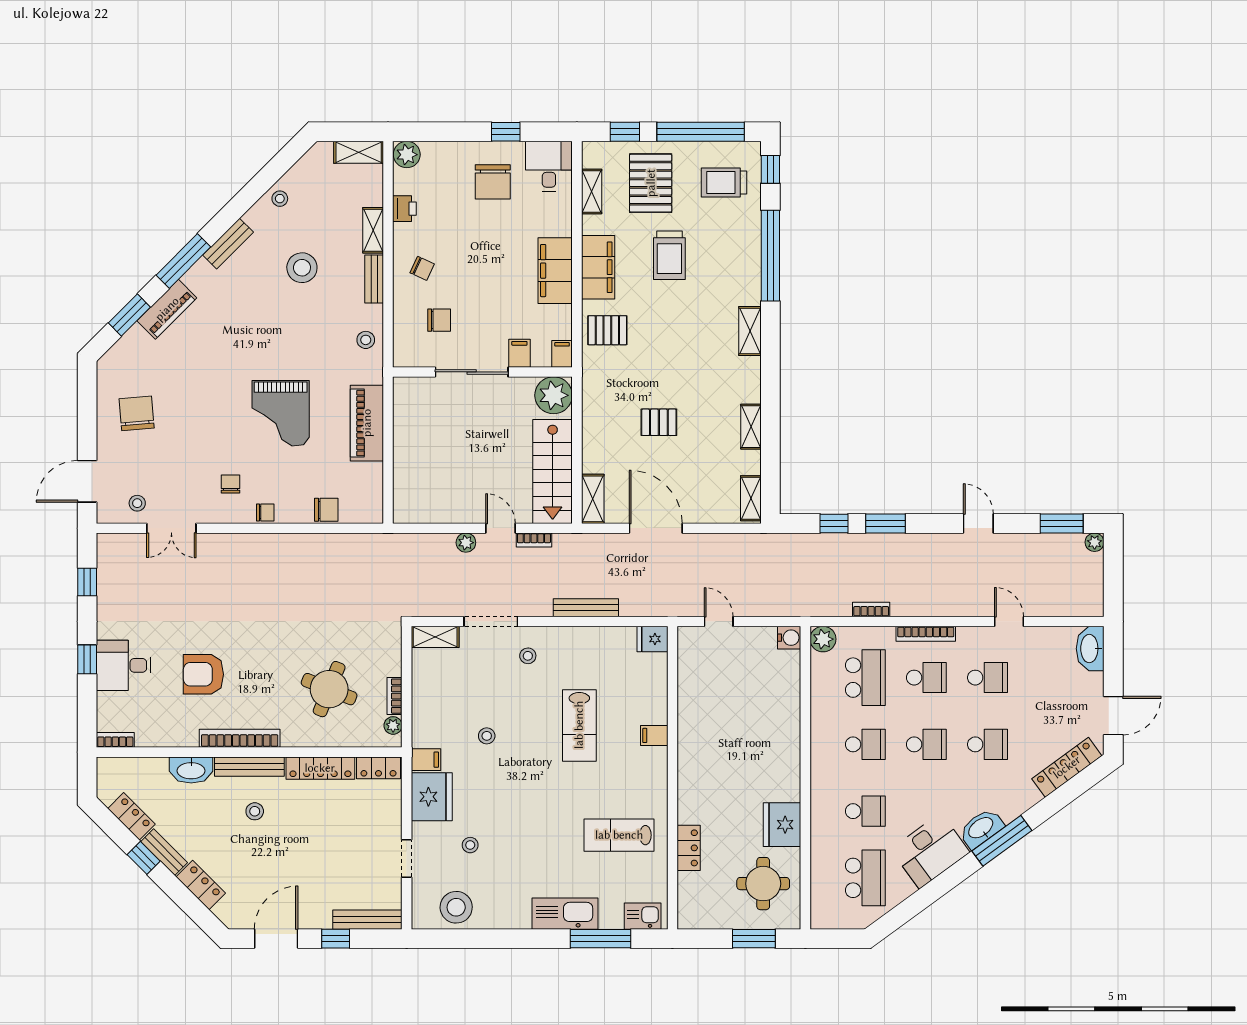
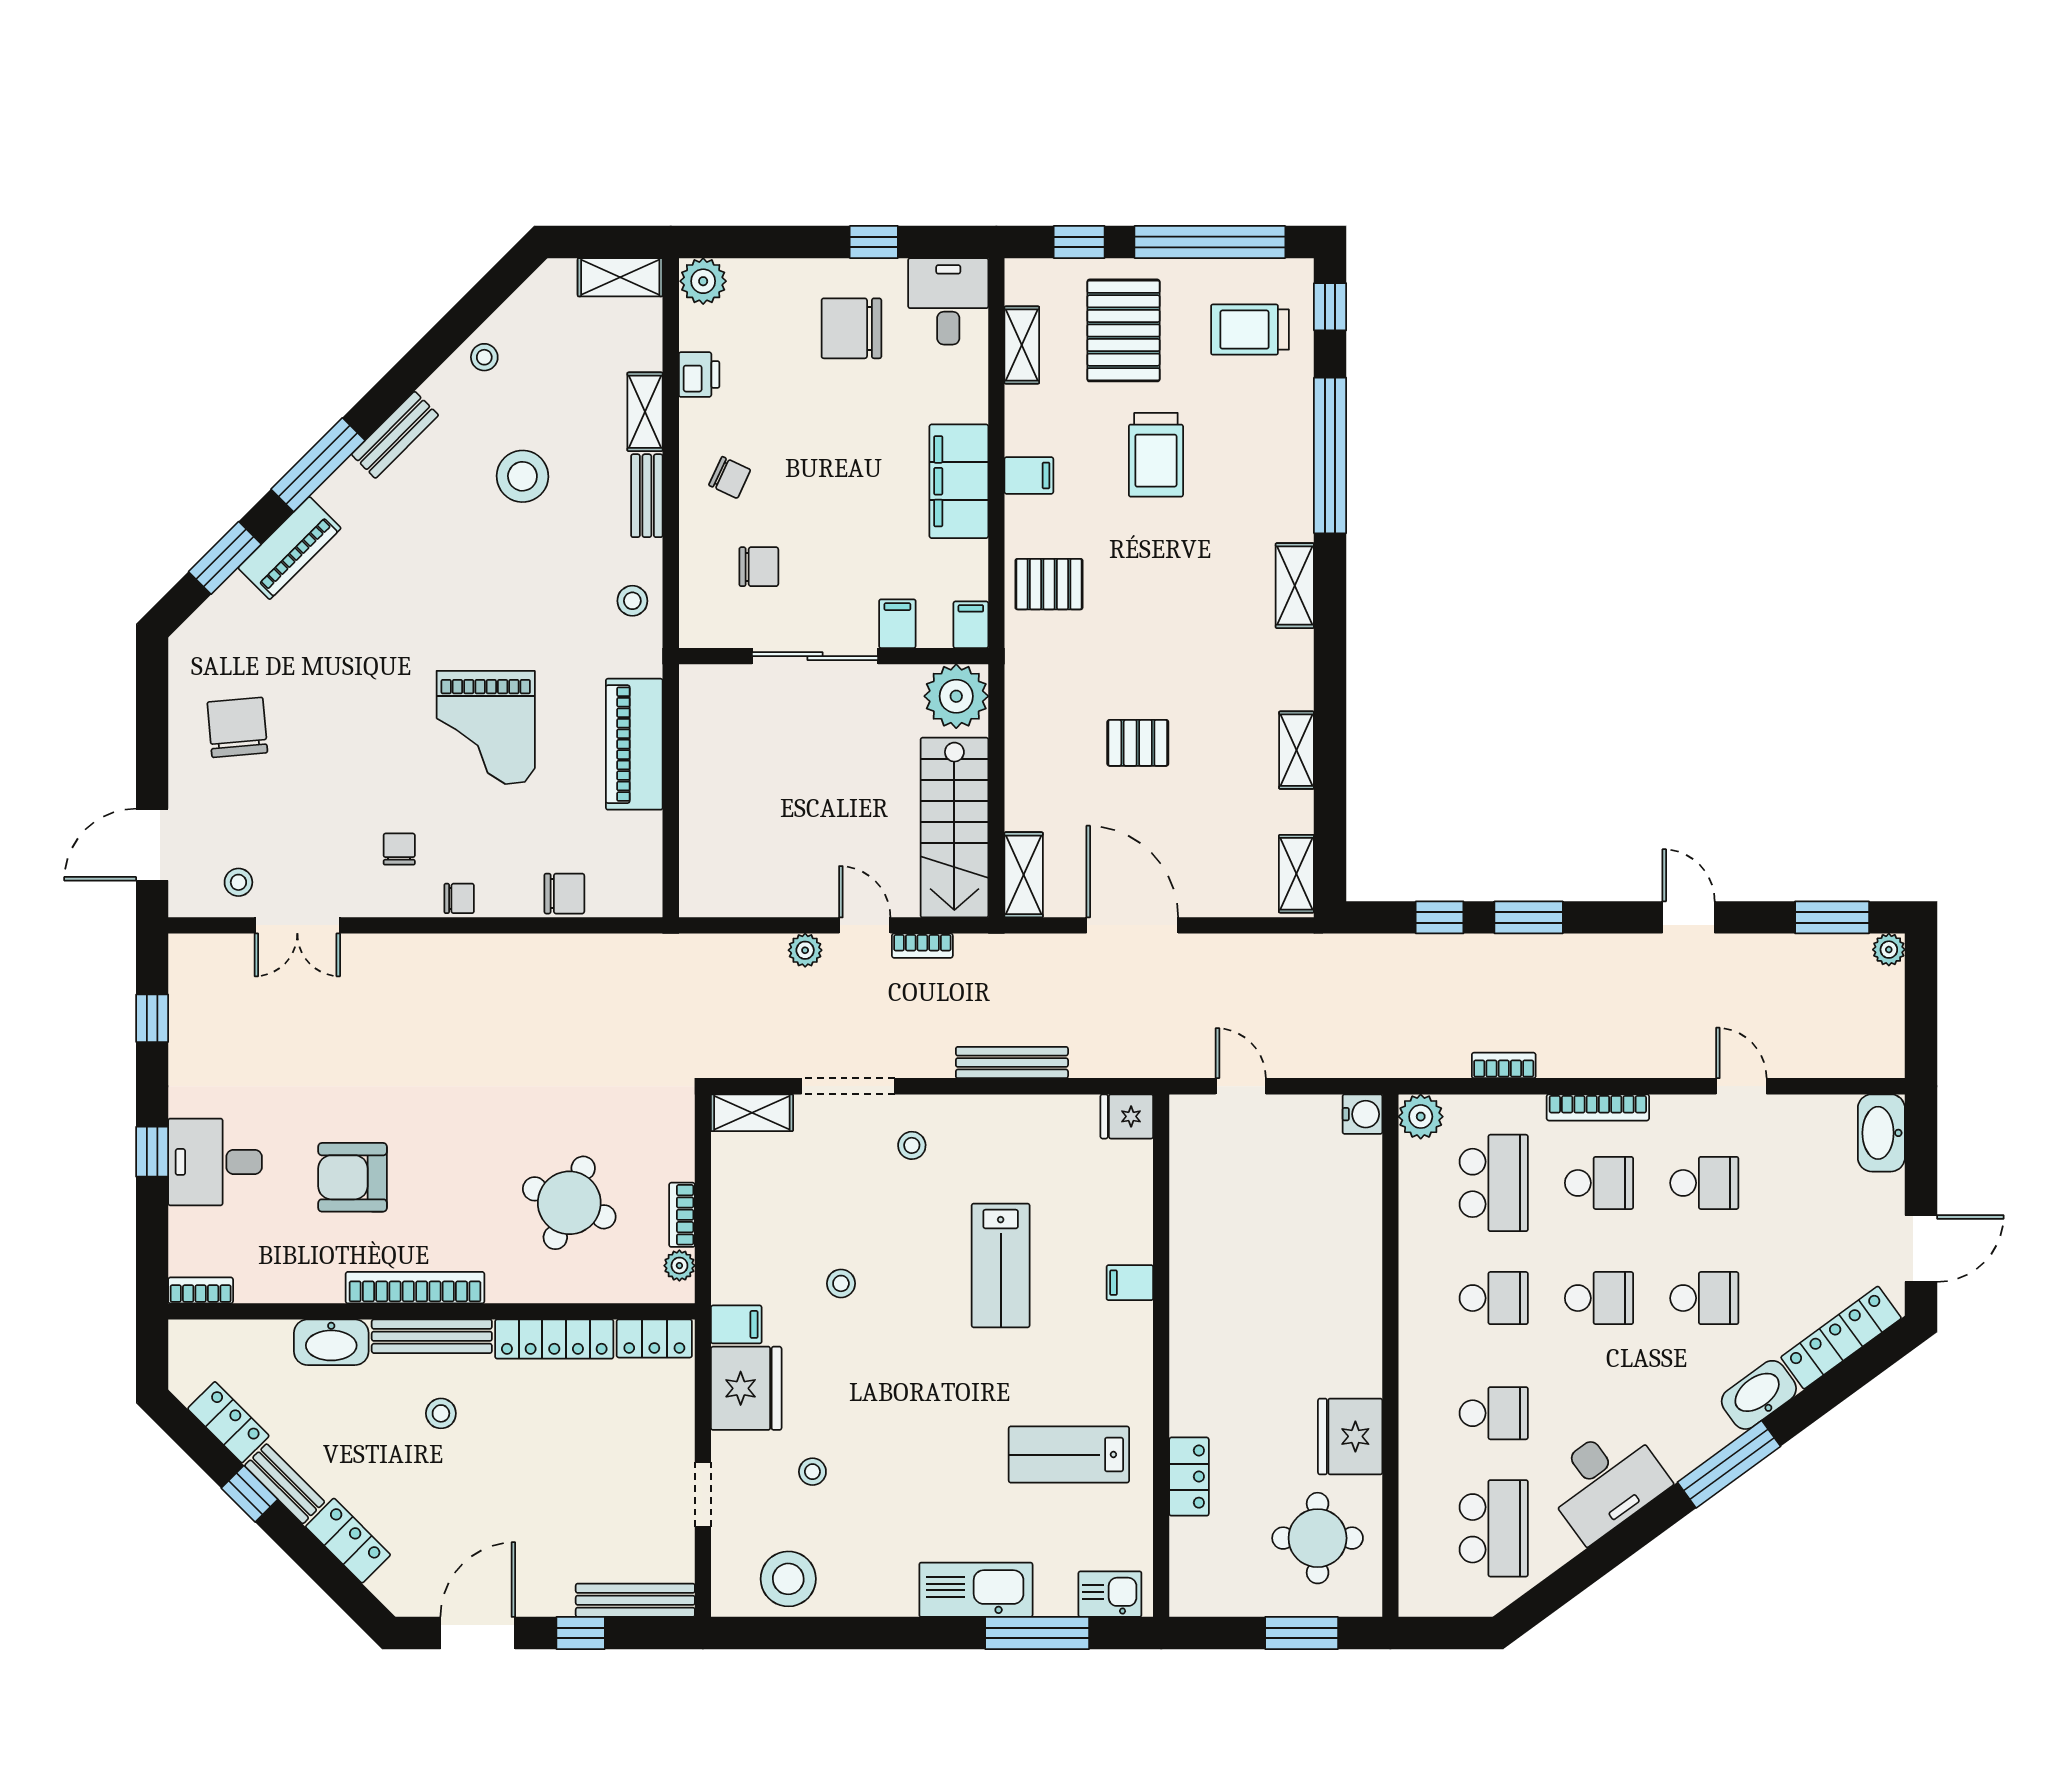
chair: (493, 182) -> (851, 328), turned 90
filing cabinet: (598, 267) -> (1029, 475), width x0.33, depth x0.86
washbasin: (981, 828) -> (1759, 1395), moved

